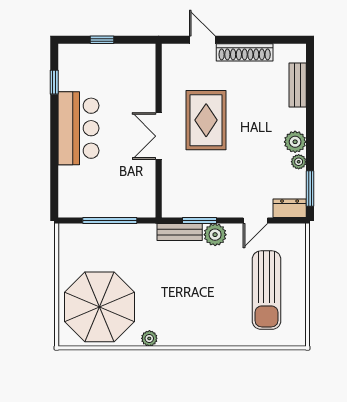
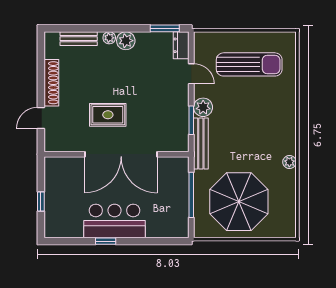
window: (54, 82) -> (106, 241), moved
rug: (206, 120) -> (108, 115), width x0.73, depth x0.70
double door: (159, 136) -> (121, 154), width x1.87
plant: (299, 162) -> (109, 38), moved
bench: (180, 232) -> (201, 144), width x1.36
parasol: (100, 307) -> (239, 202), moved

